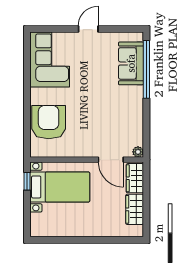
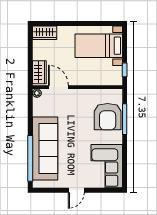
sofa: (131, 63) -> (45, 148), width x1.85, depth x1.27
window: (27, 119) -> (125, 119), added
bed with nightstands: (60, 187) -> (99, 46), moved
wardrobe: (135, 209) -> (45, 33), moved, turned 90

